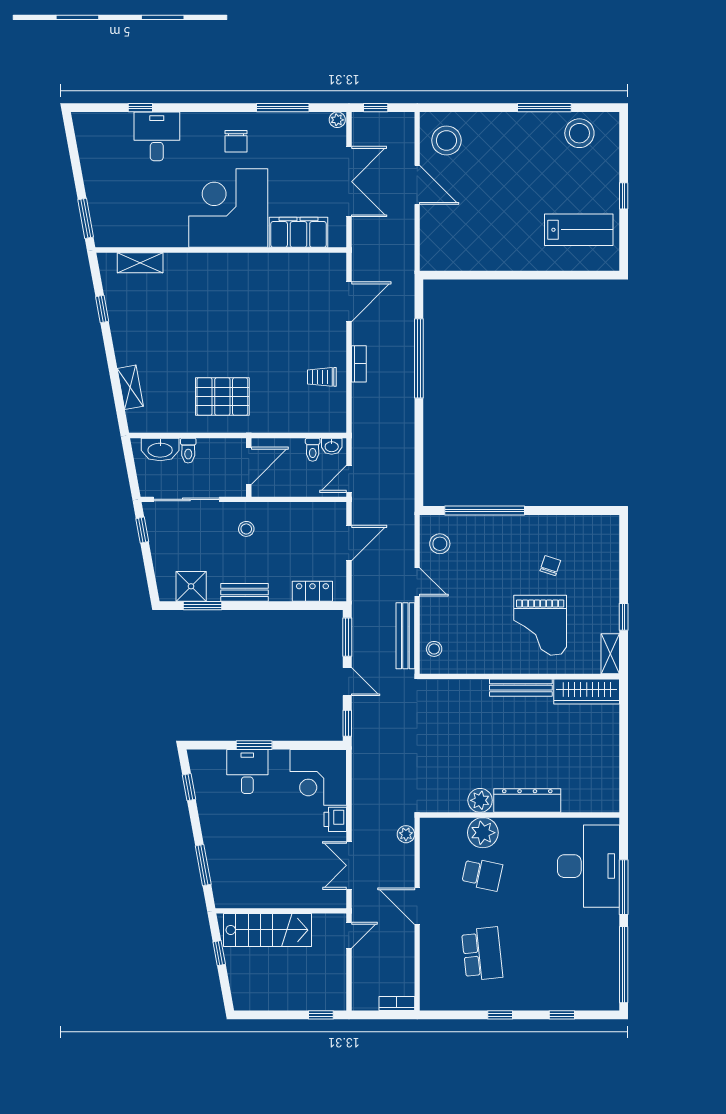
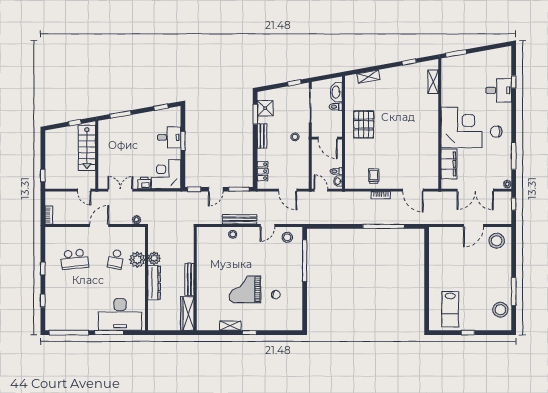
wall: (520, 676) -> (195, 279), moved
bench: (521, 688) -> (189, 279), moved
wardrobe: (587, 692) -> (187, 313), moved

